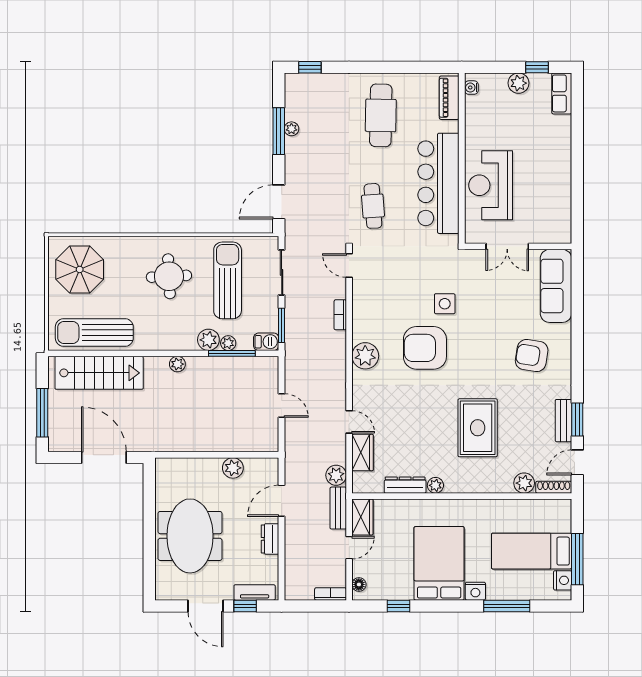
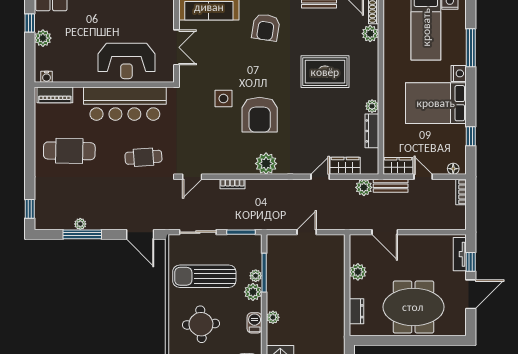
barbecue: (266, 342) -> (255, 323), moved
dresser: (270, 539) -> (356, 311), moved, turned -90

